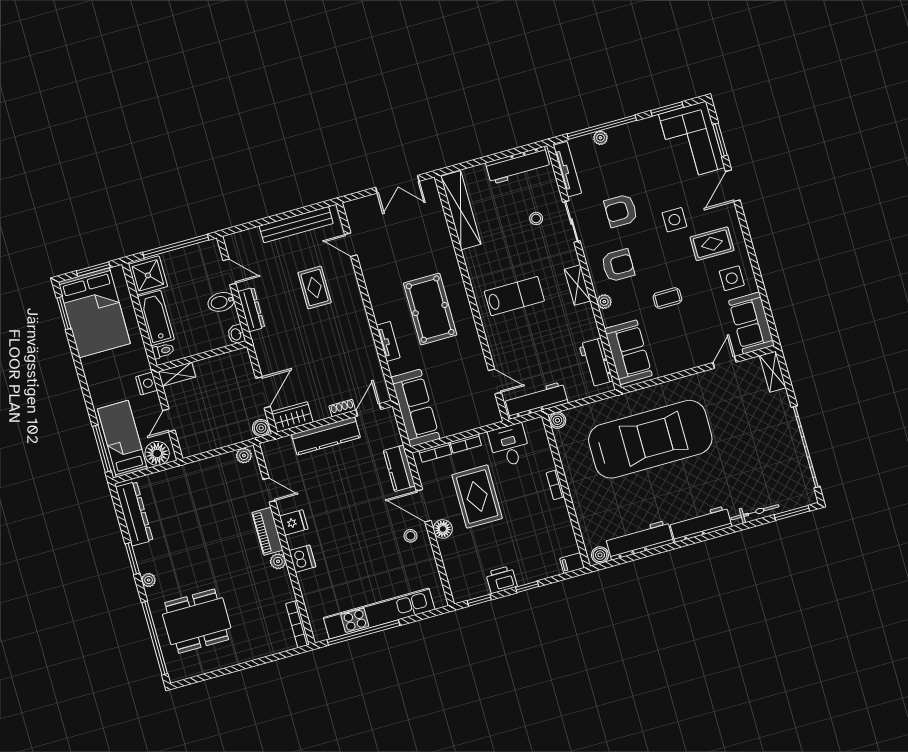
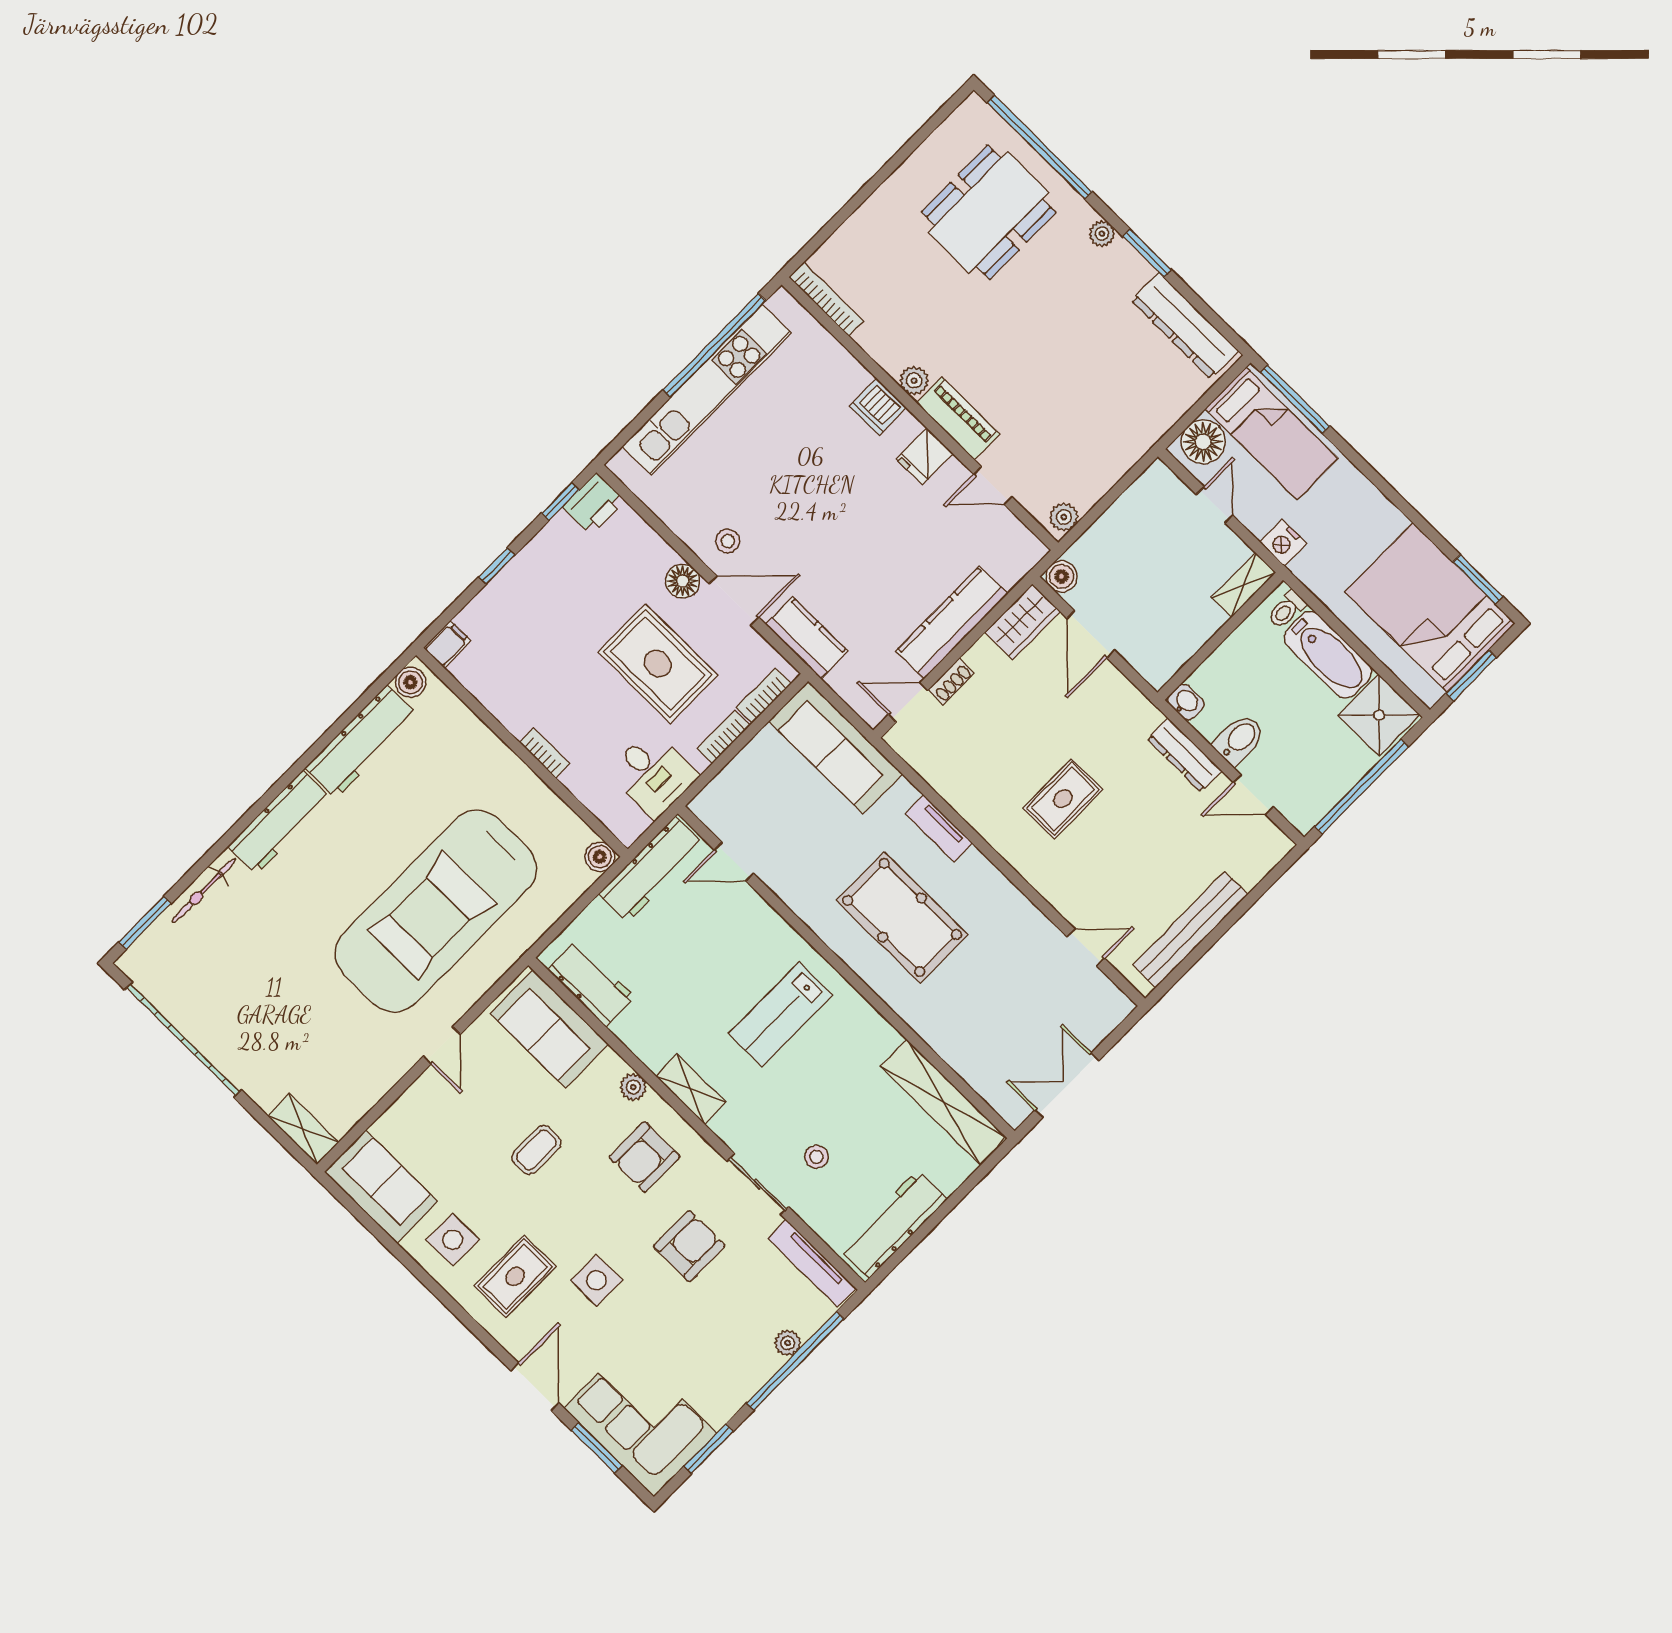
rug: (315, 288) -> (1063, 799), moved, turned 90
door: (725, 362) -> (442, 1045), moved
door: (369, 410) -> (908, 702), swing flipped
printer: (501, 580) -> (594, 504), moved

